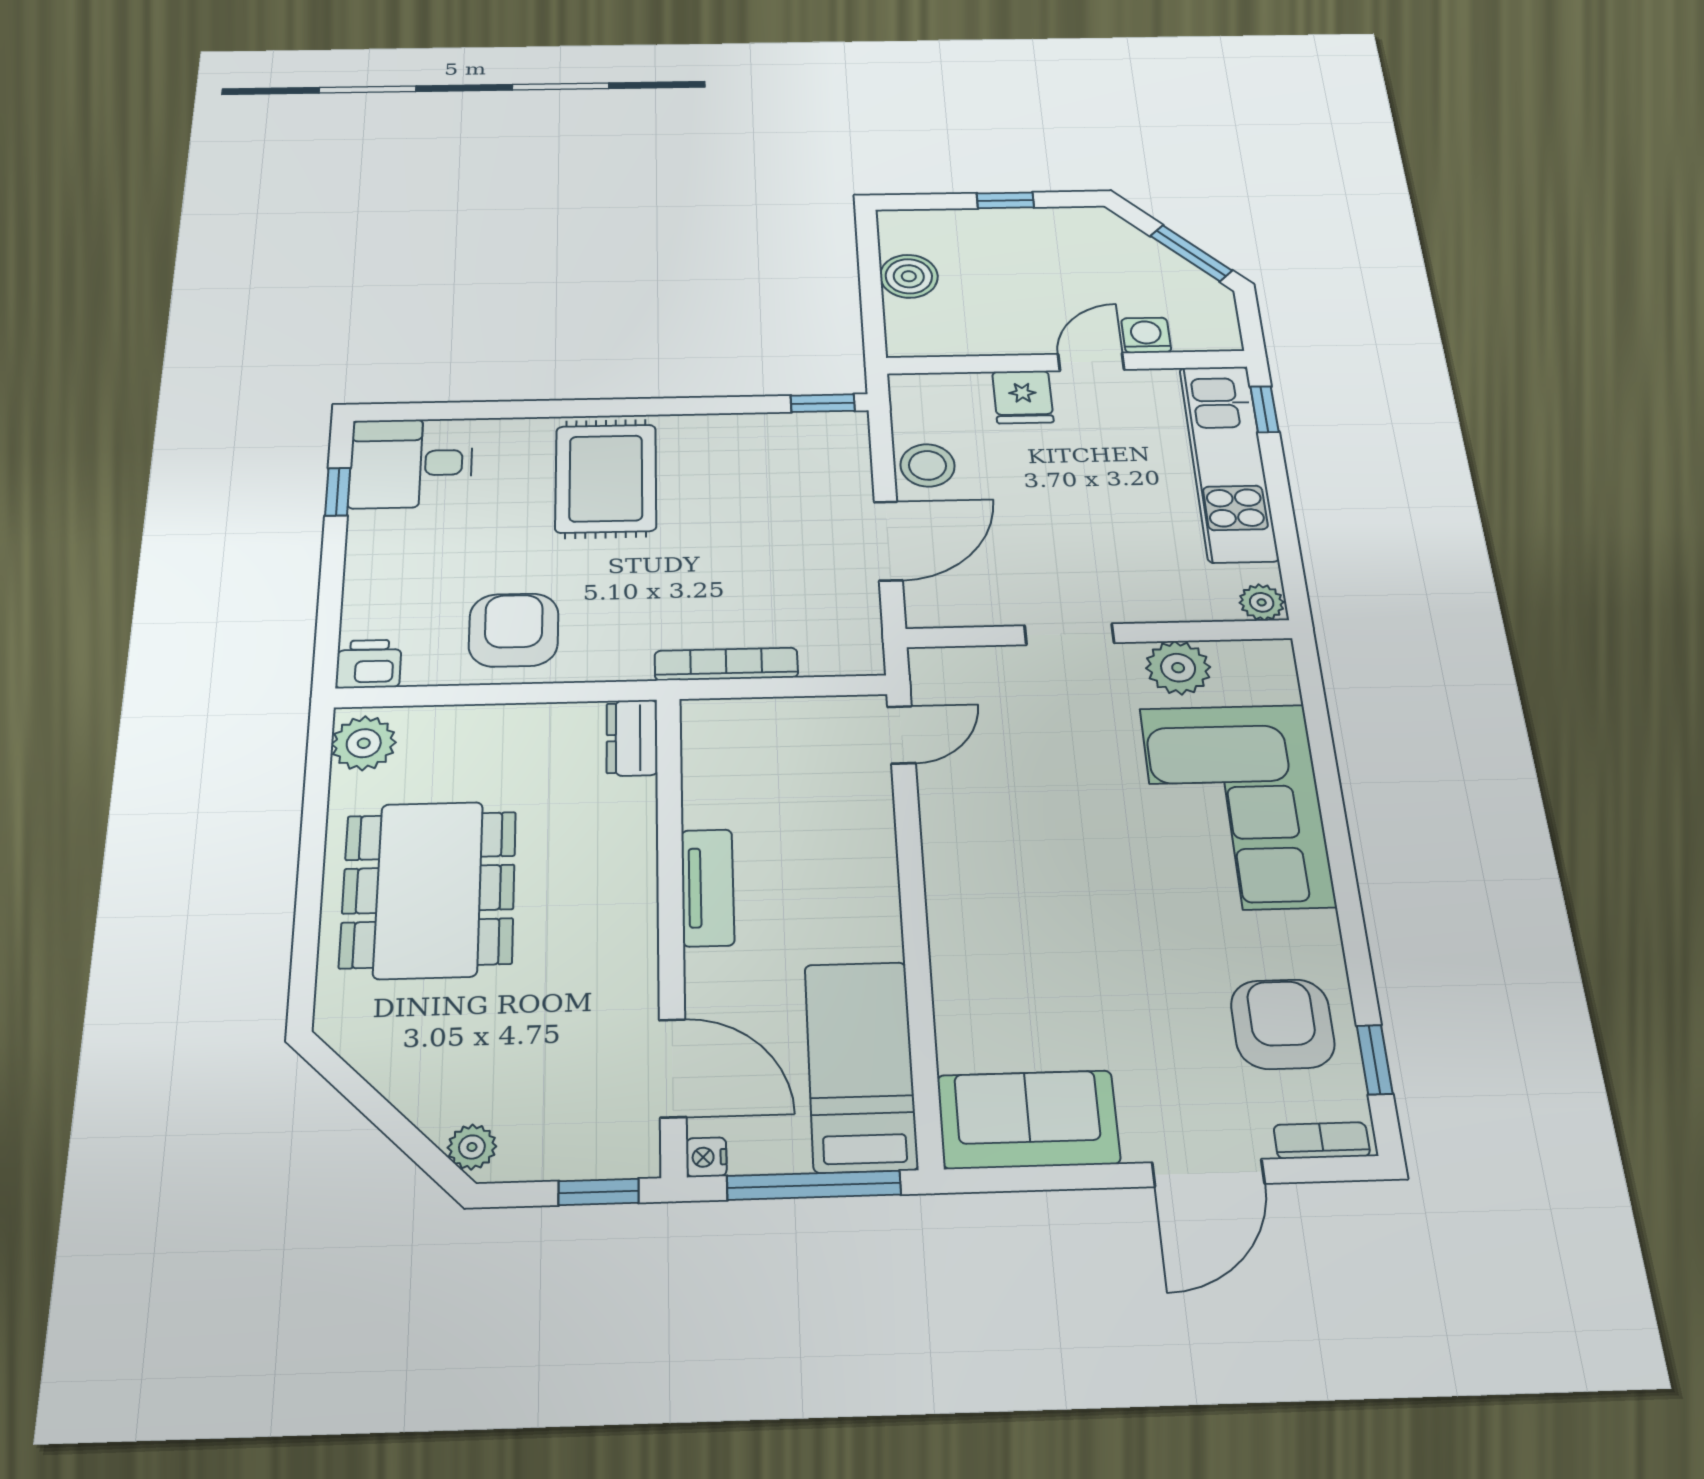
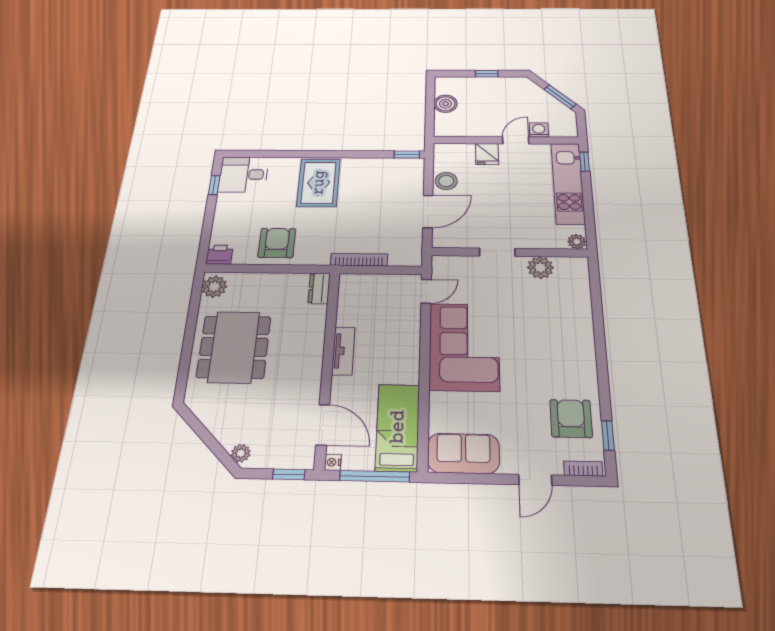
corner sofa: (1236, 806) -> (464, 347), moved, turned 180
door: (1208, 1173) -> (535, 480), width x0.73

